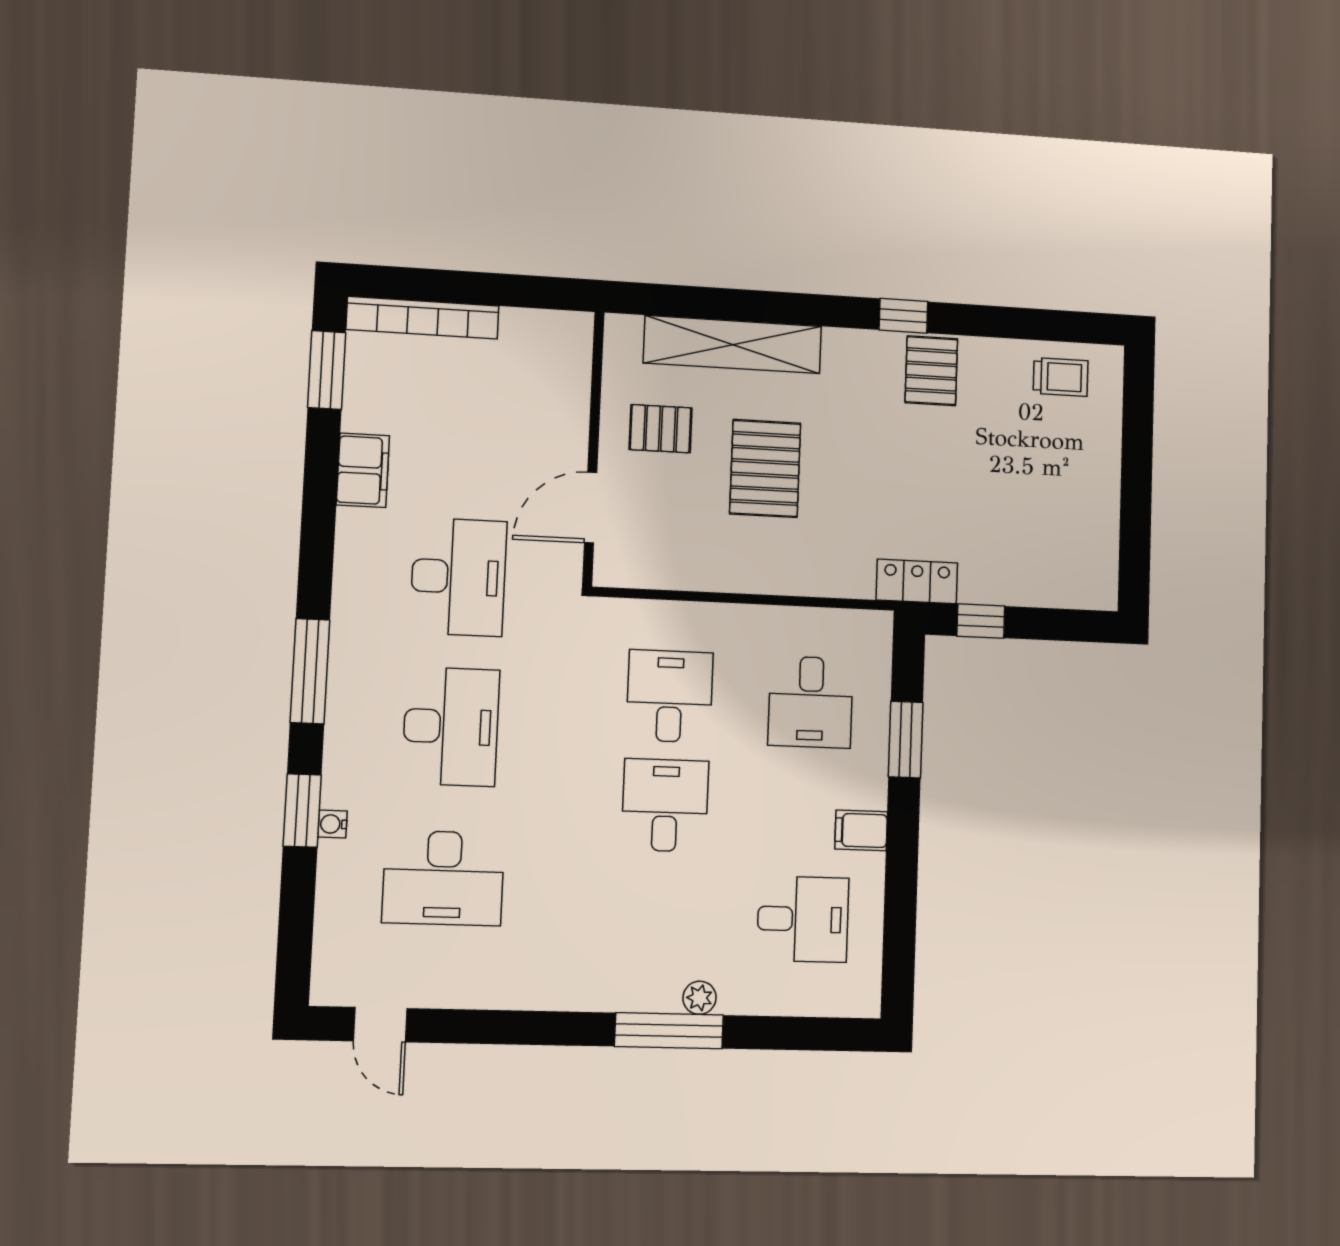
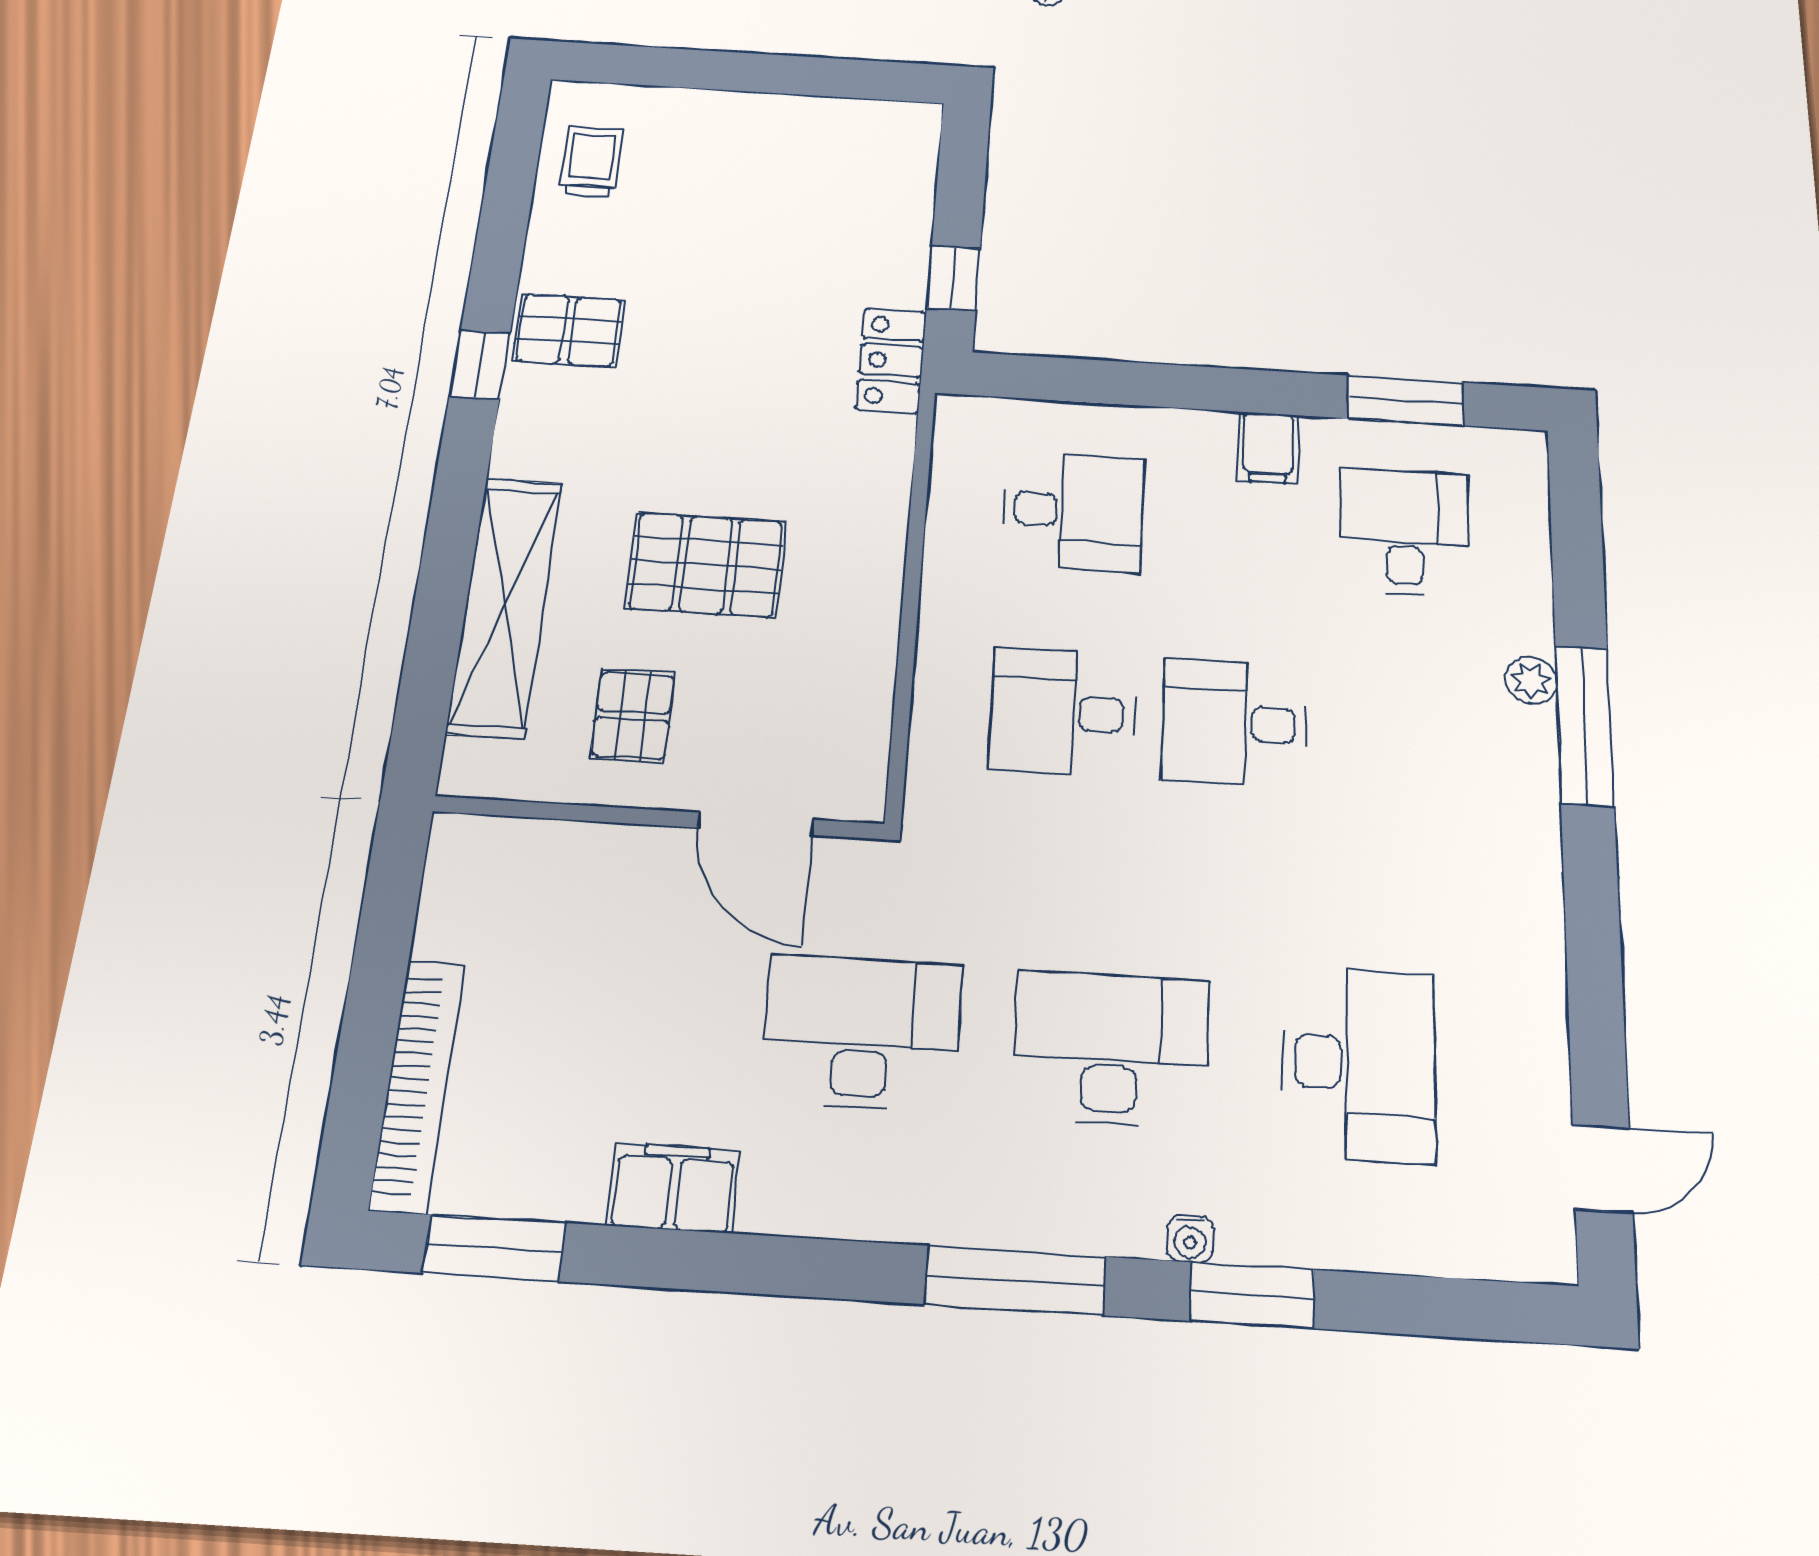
window: (906, 740) -> (1406, 400), moved
water cooler: (333, 824) -> (1190, 1239), moved

